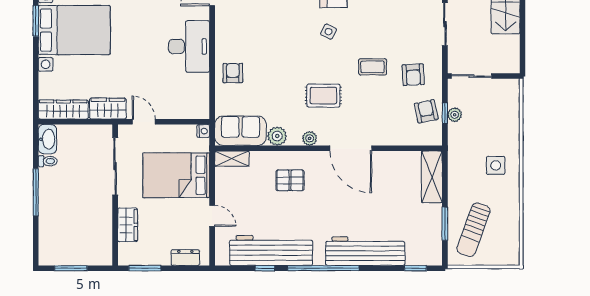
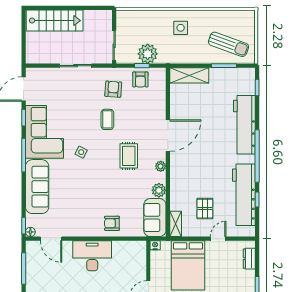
armchair: (413, 75) -> (113, 89), turned -83
armchair: (426, 111) -> (140, 79), turned -78
plant: (455, 115) -> (148, 54), width x1.87, depth x1.87
pallet: (290, 180) -> (205, 209), moved

